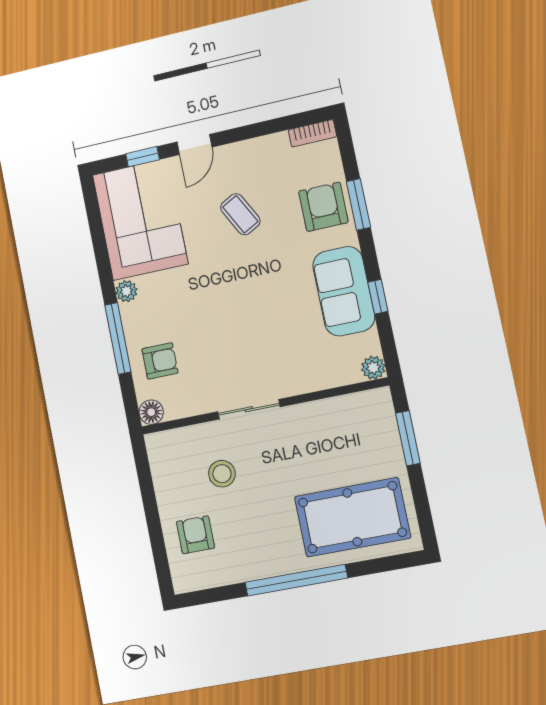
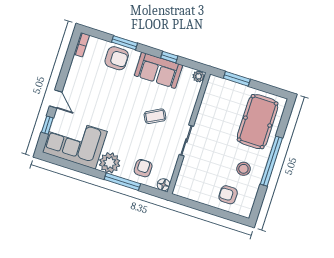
armchair: (323, 207) -> (117, 58), turned 180
coffee table: (240, 214) -> (155, 116), moved
plant: (126, 291) -> (110, 163), width x1.88, depth x1.88
stool: (222, 474) -> (243, 169), moved

